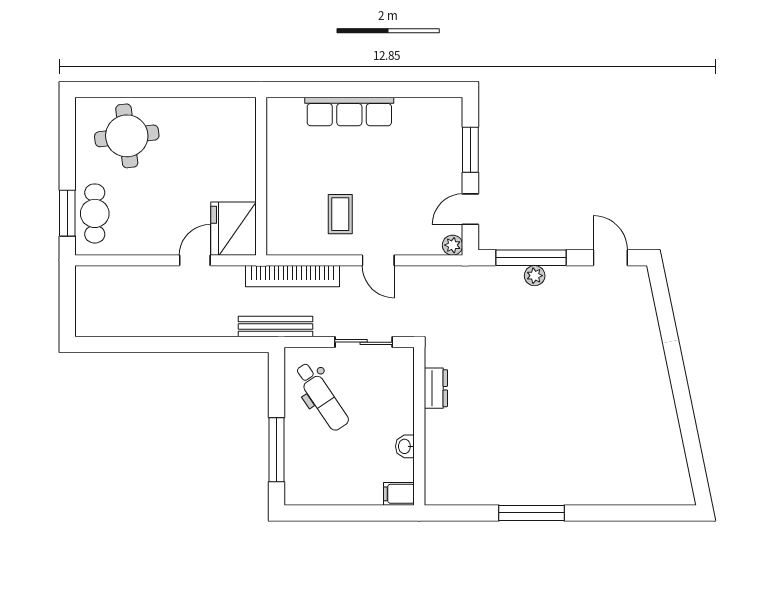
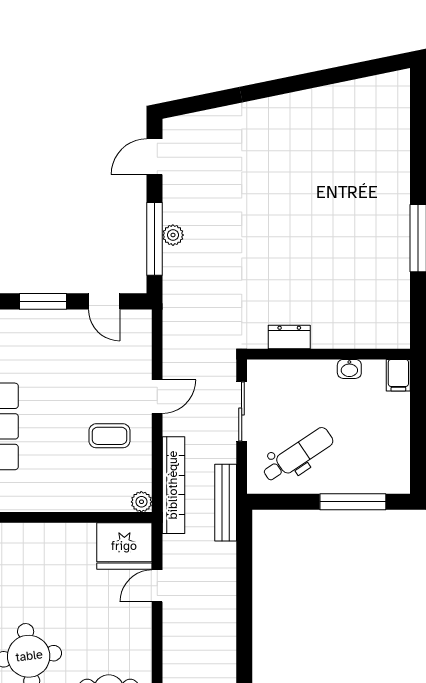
plant: (453, 245) -> (141, 502), moved
door: (195, 260) -> (157, 586), hinge flipped

